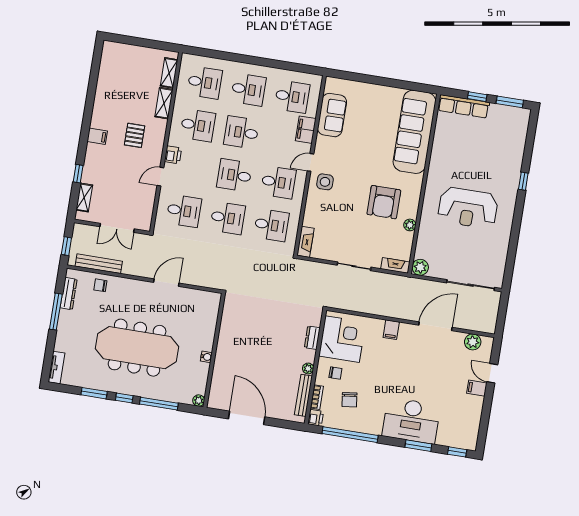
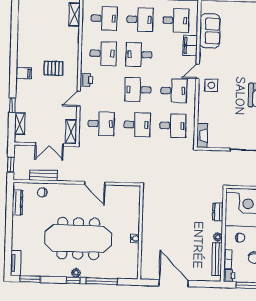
shelving: (164, 103) -> (71, 132), moved
pallet: (135, 135) -> (53, 68), turned 90
bench: (99, 264) -> (43, 175), width x0.73
door: (166, 283) -> (95, 183), swing flipped
window: (56, 312) -> (9, 218), removed
window: (94, 393) -> (30, 279), moved
plant: (199, 401) -> (76, 273), moved

